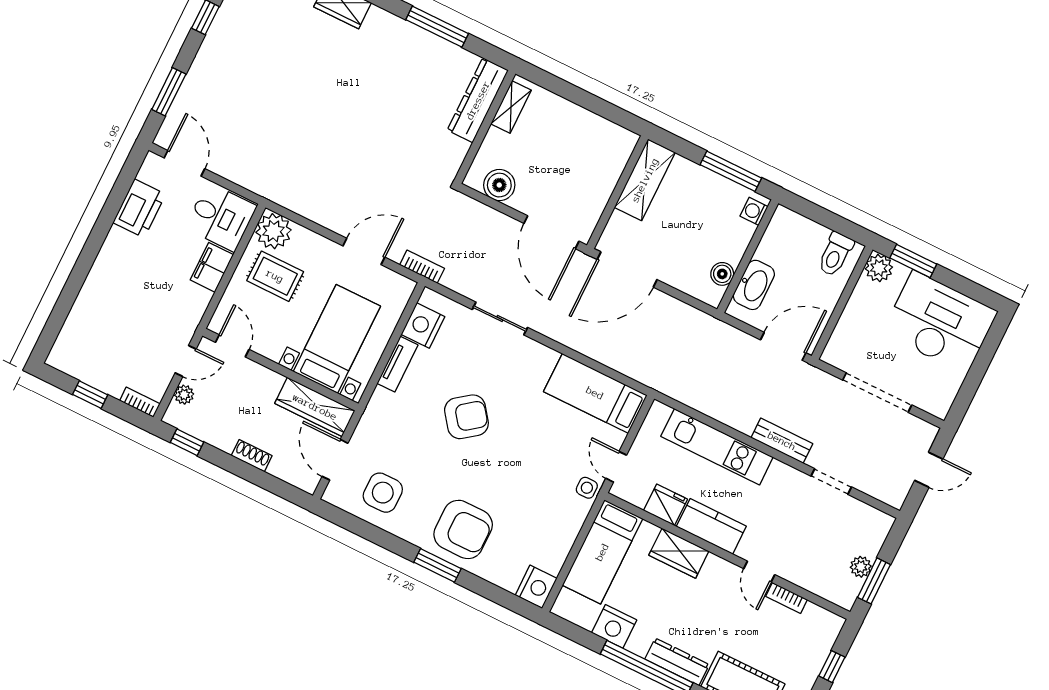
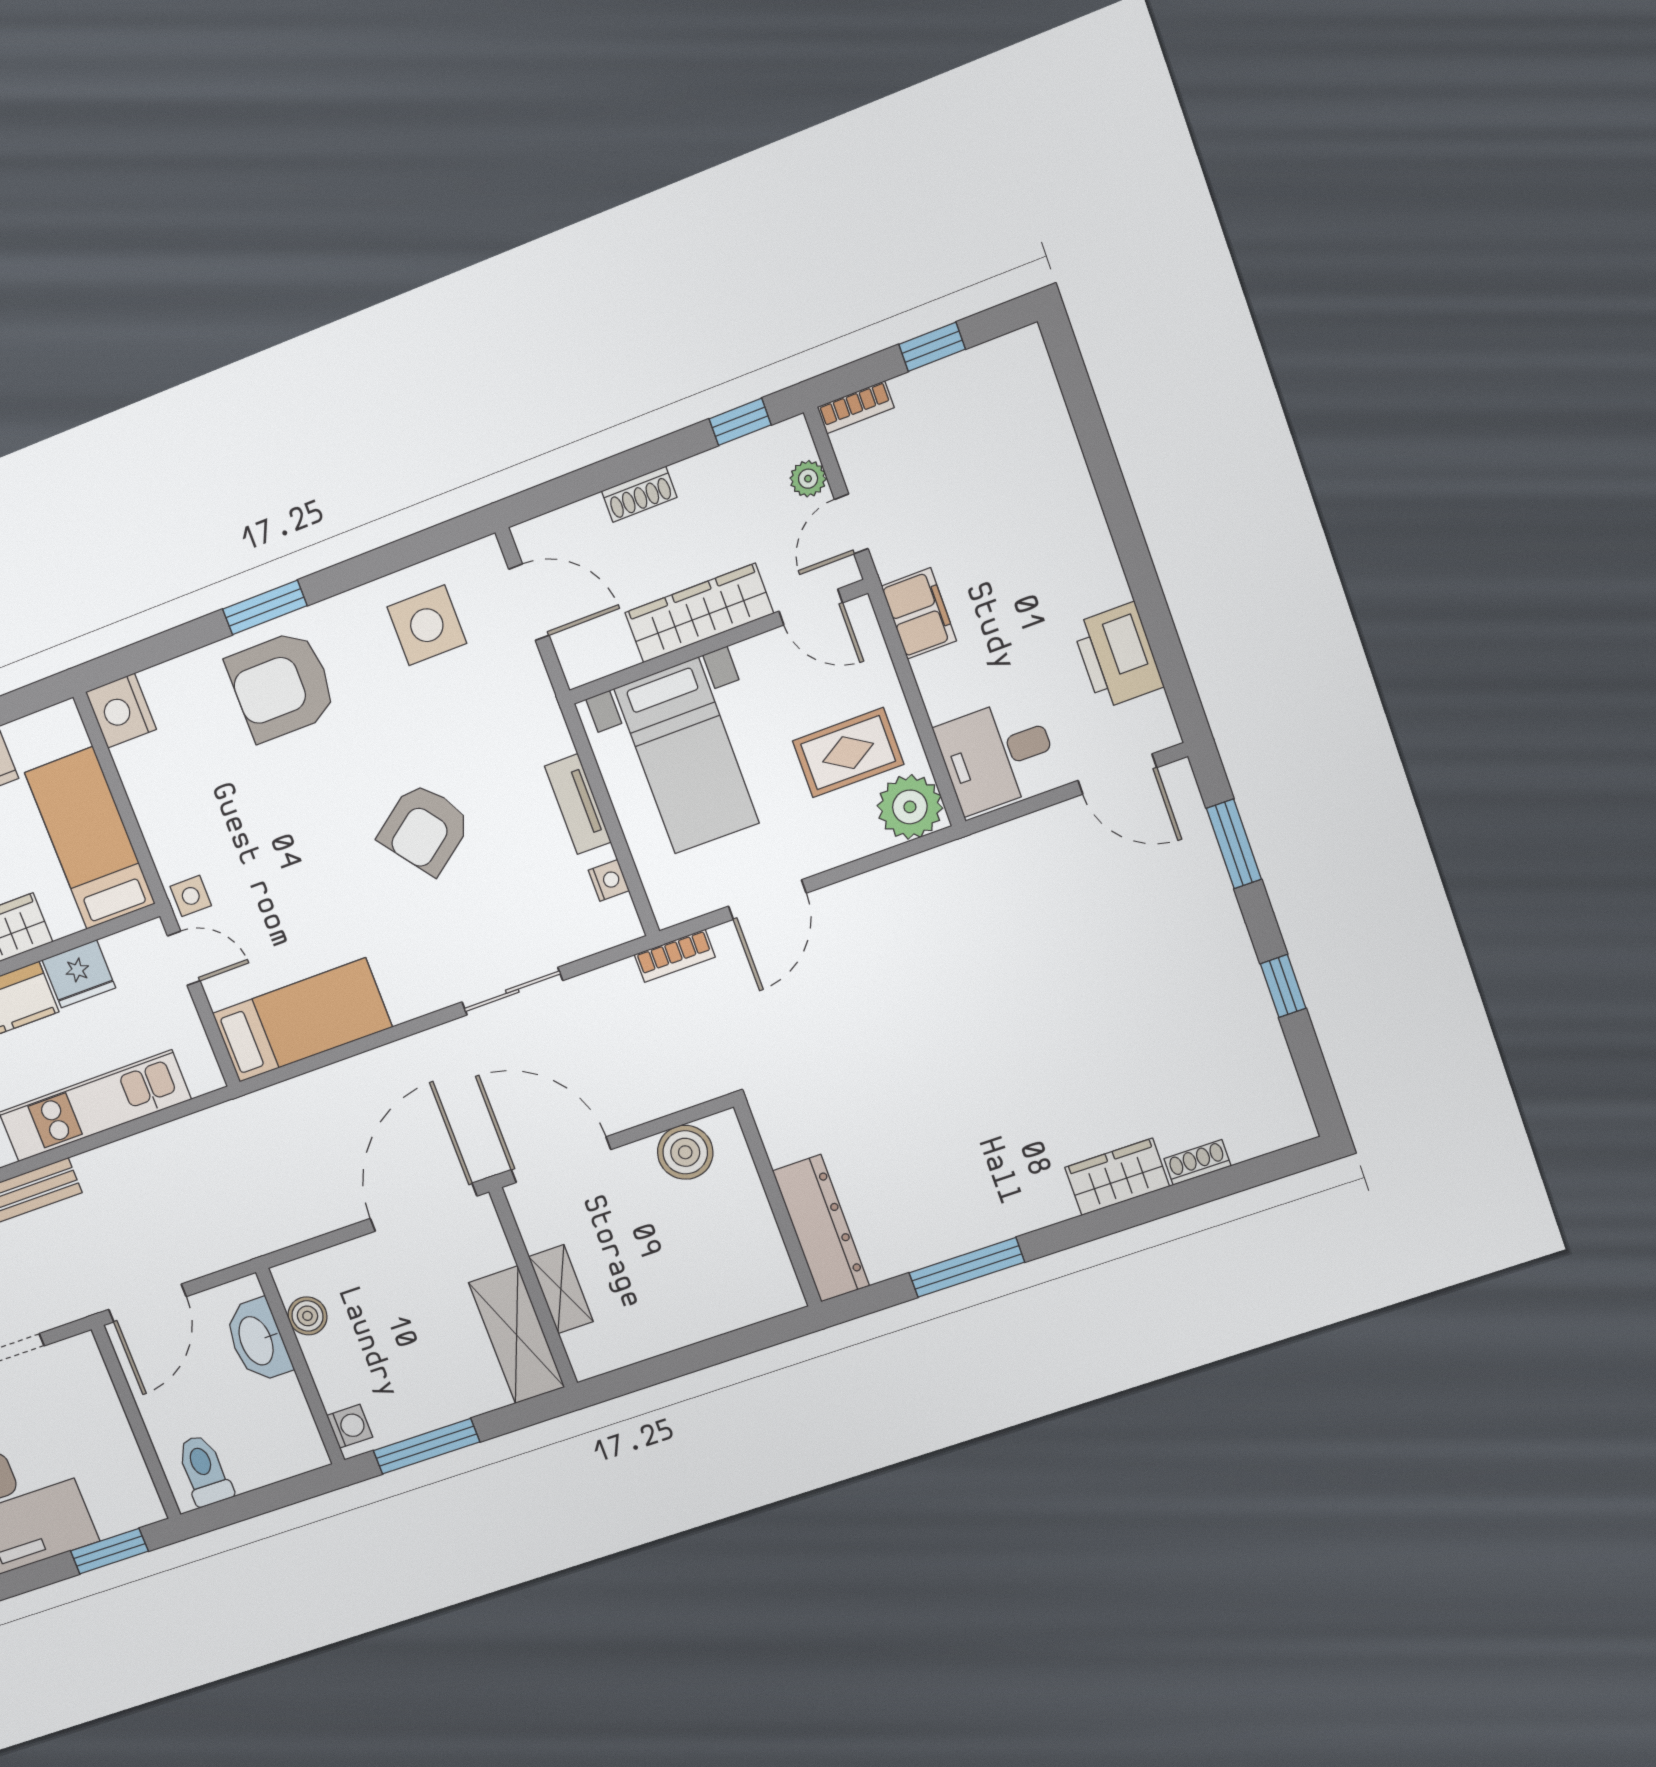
shelving: (511, 107) -> (561, 1289), moved
filing cabinet: (212, 267) -> (919, 613), moved
plant: (879, 268) -> (139, 1504), removed
nightstand: (423, 325) -> (609, 880), width x0.53, depth x0.56
wardrobe: (315, 407) -> (699, 613), moved

